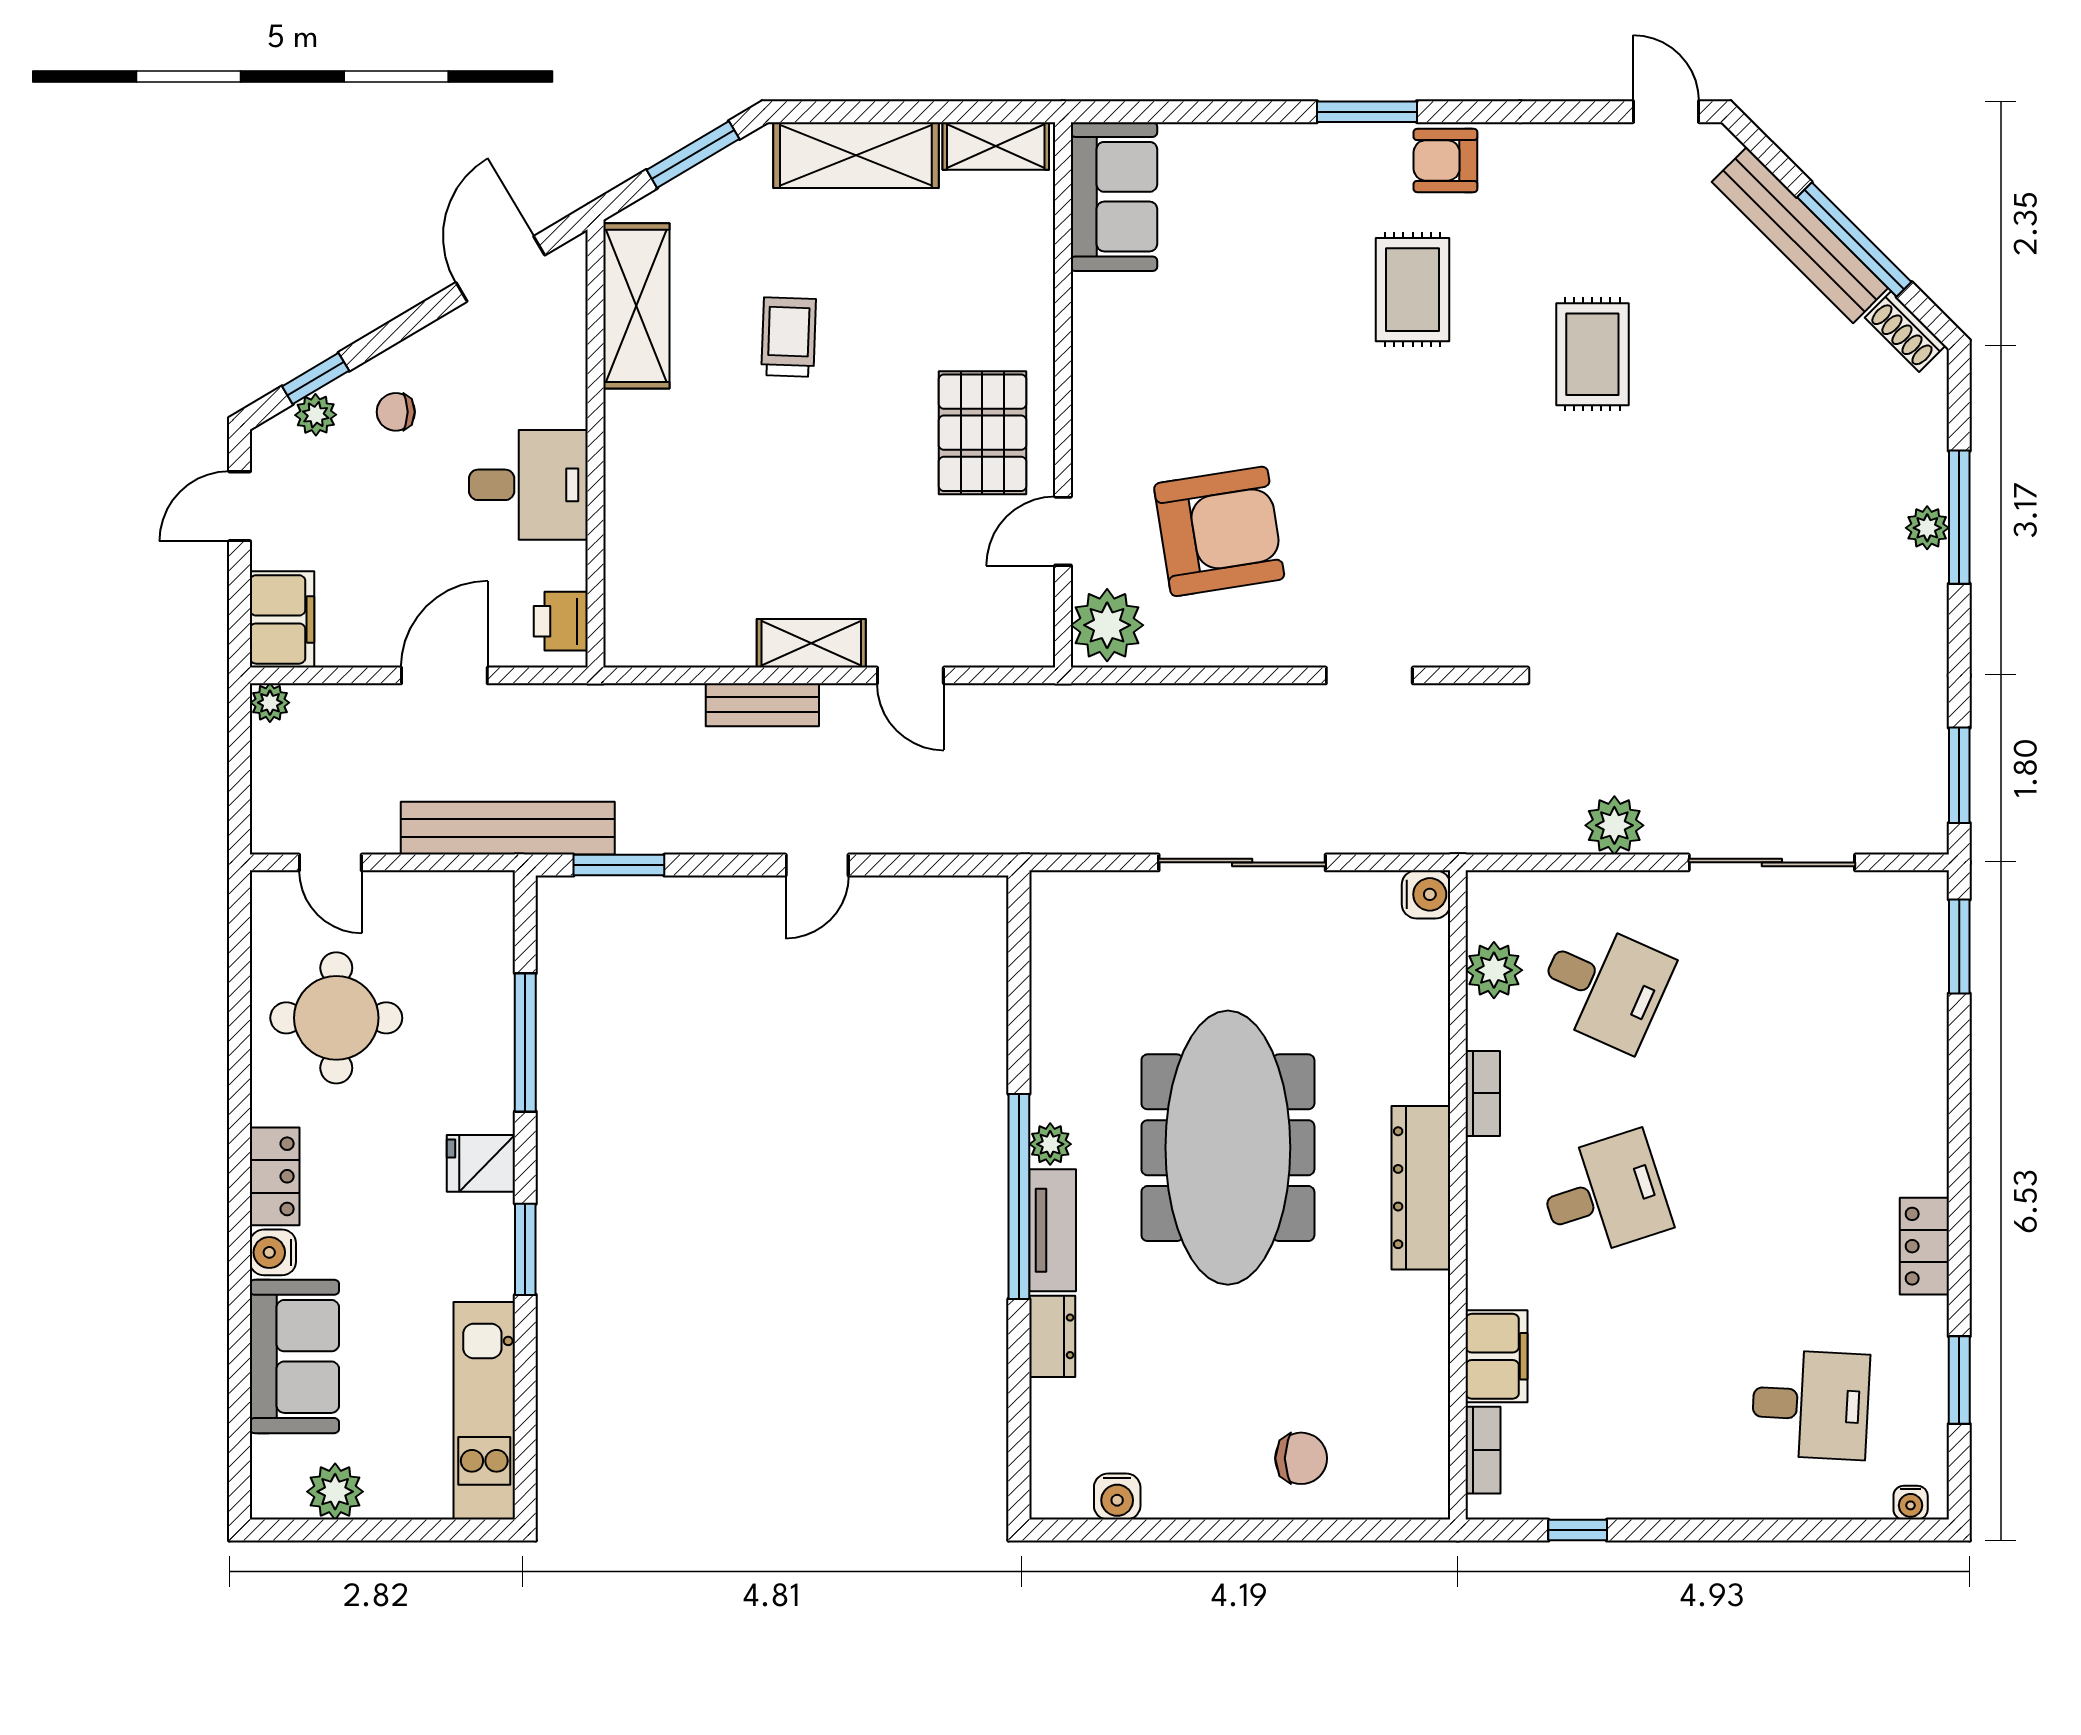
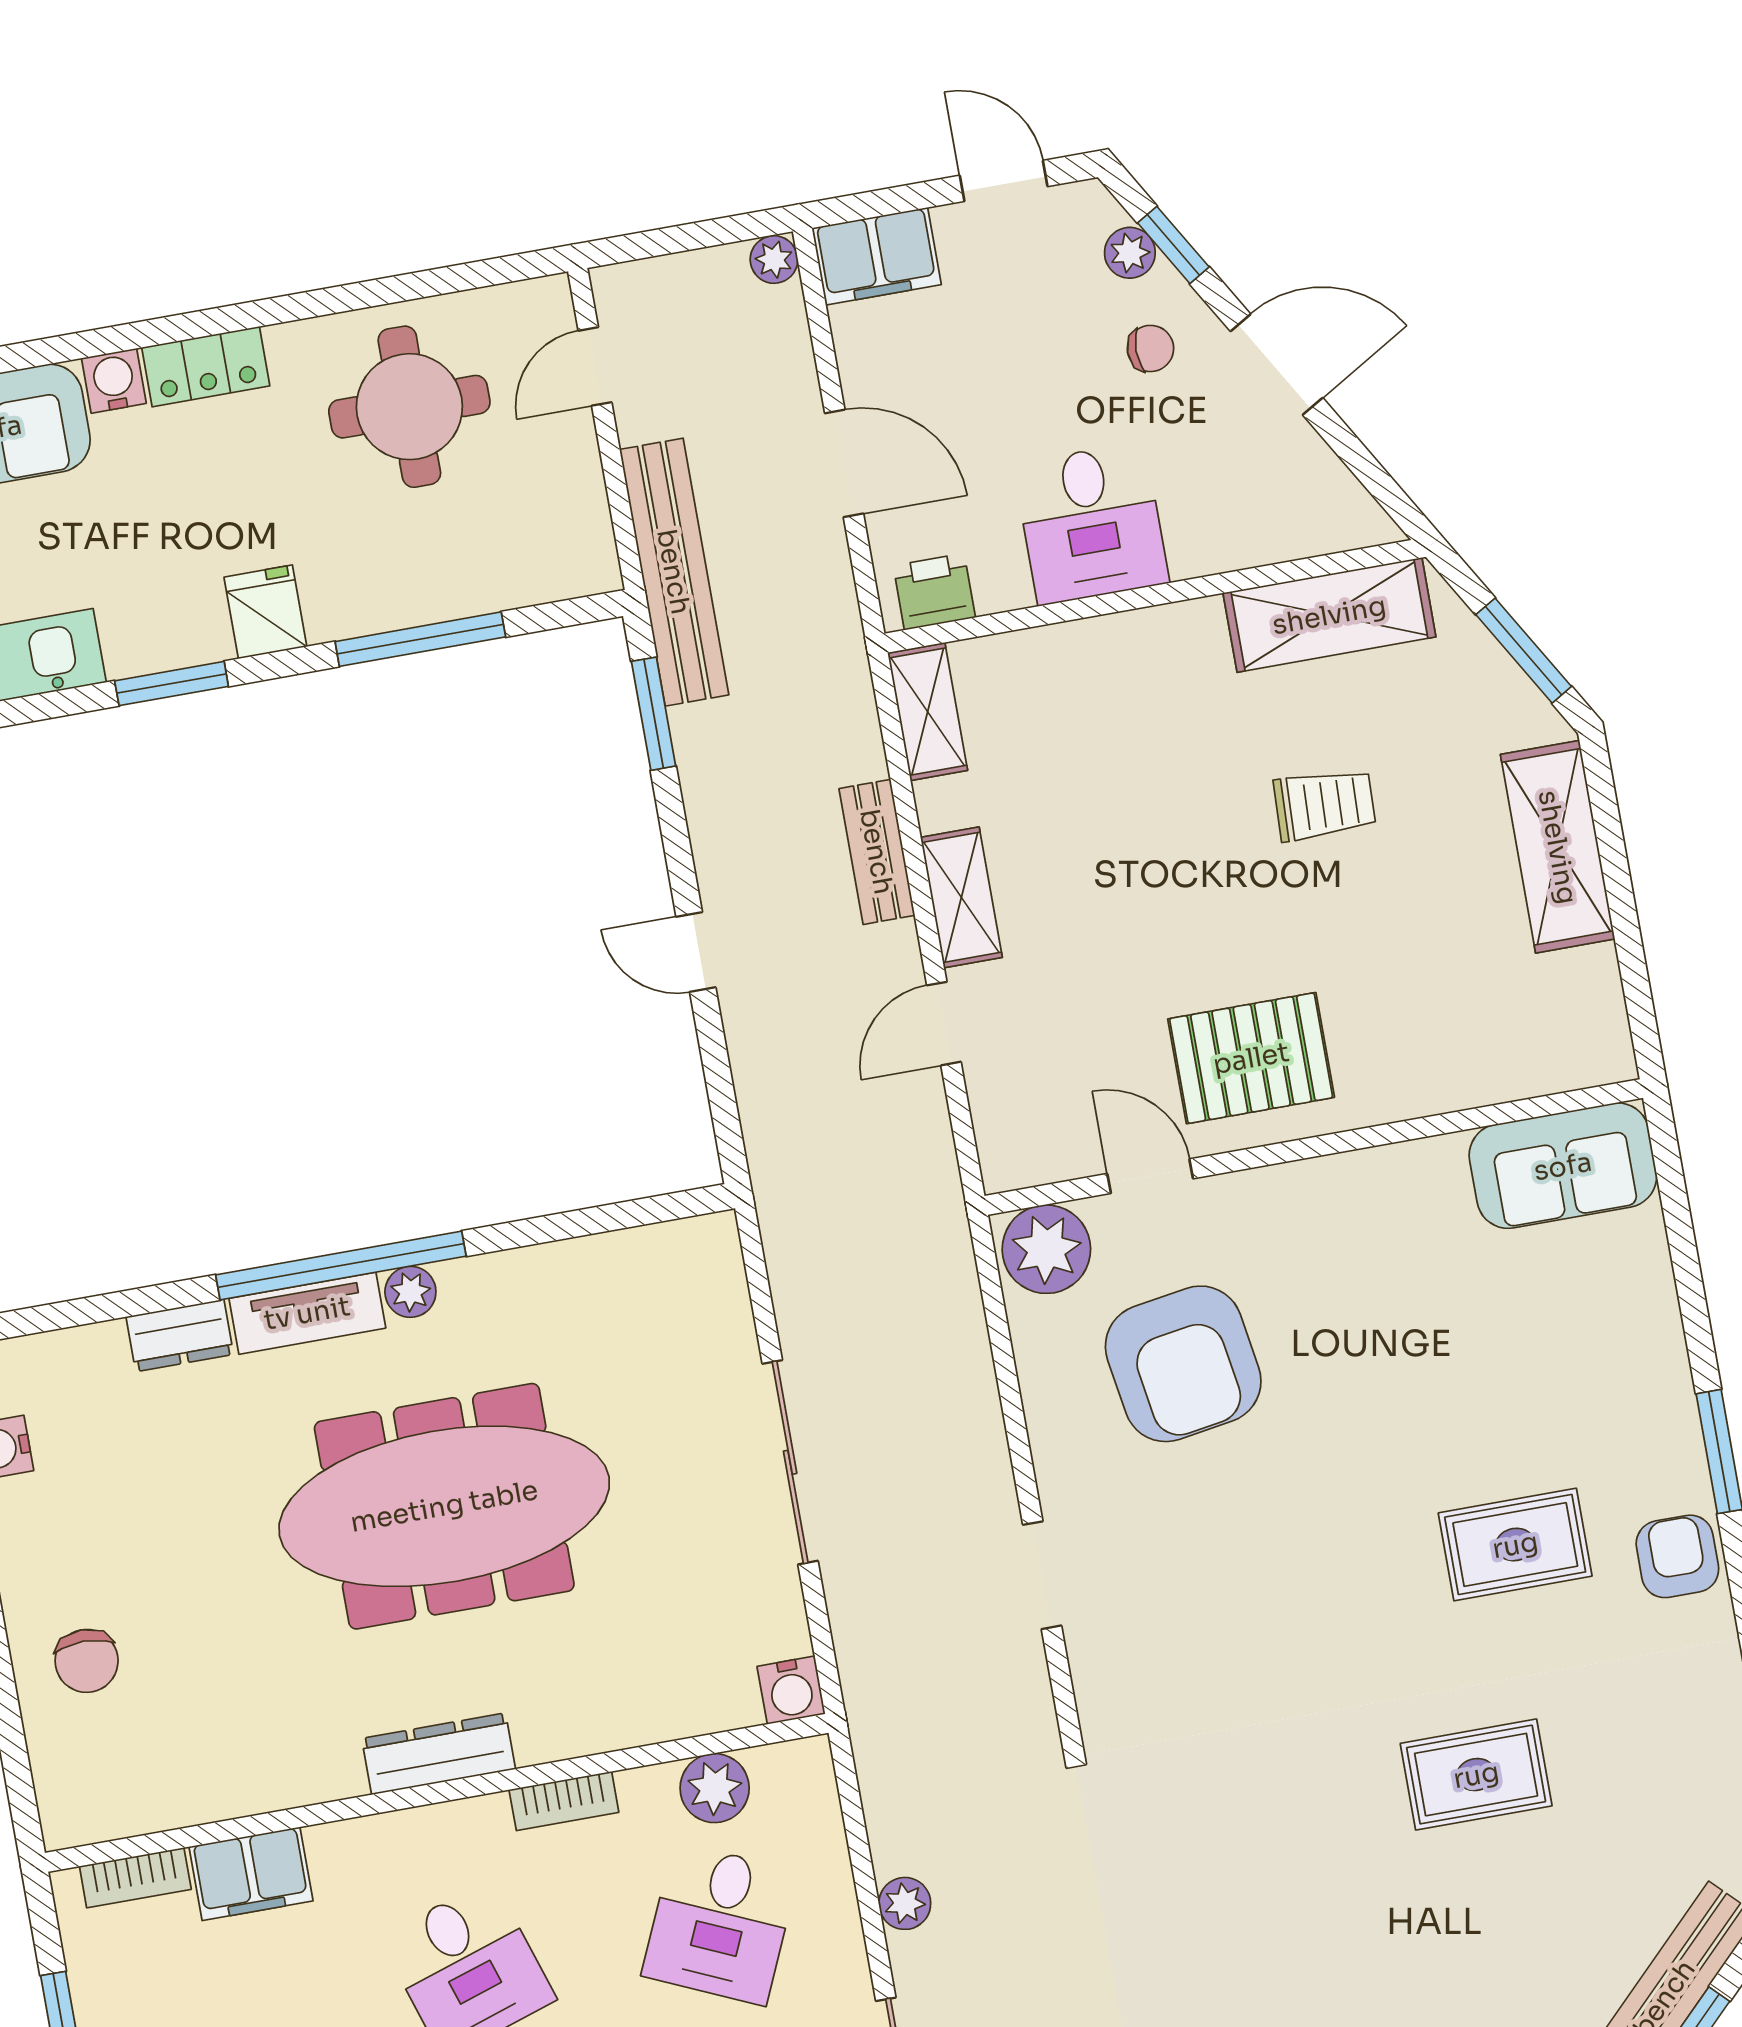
shelving: (996, 146) -> (928, 712), moved
door: (500, 269) -> (1277, 365), moved
chair: (396, 412) -> (1151, 348), turned 90
plant: (1614, 825) -> (905, 1903), width x0.73, depth x0.73
dresser: (1421, 1188) -> (439, 1754), width x0.73, depth x0.80

